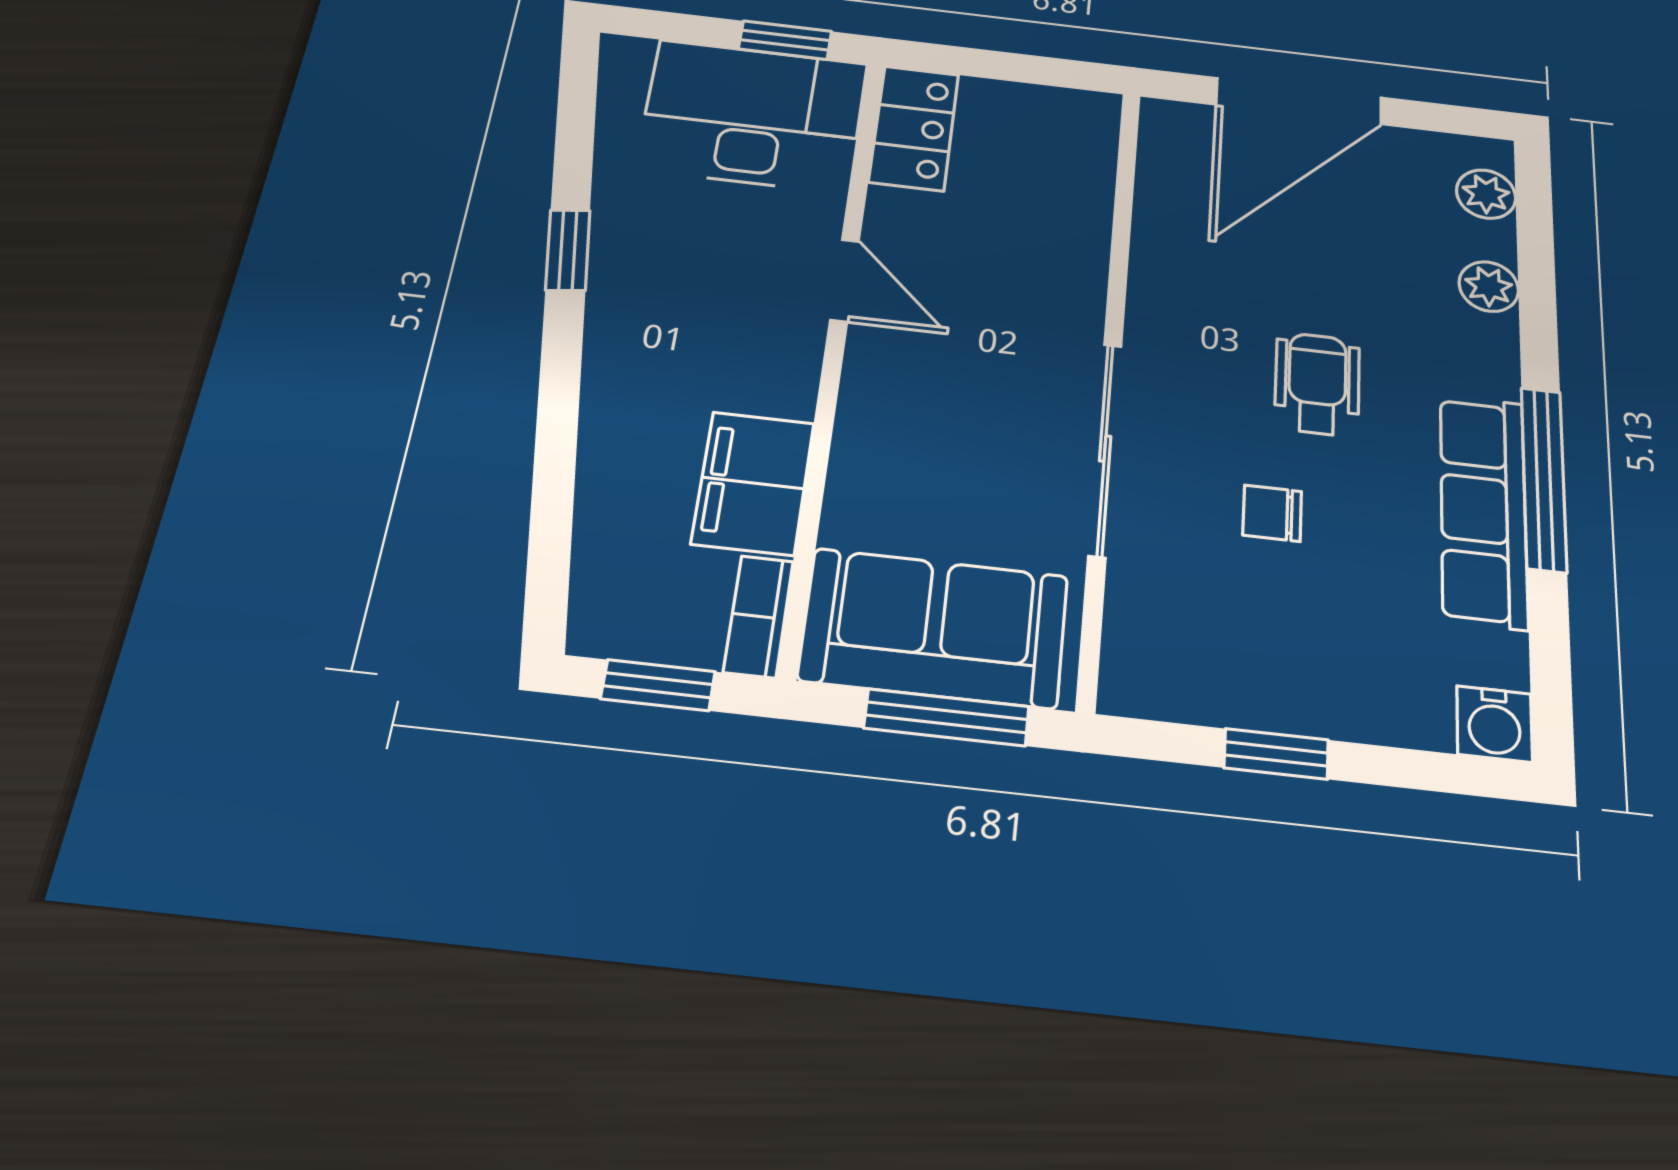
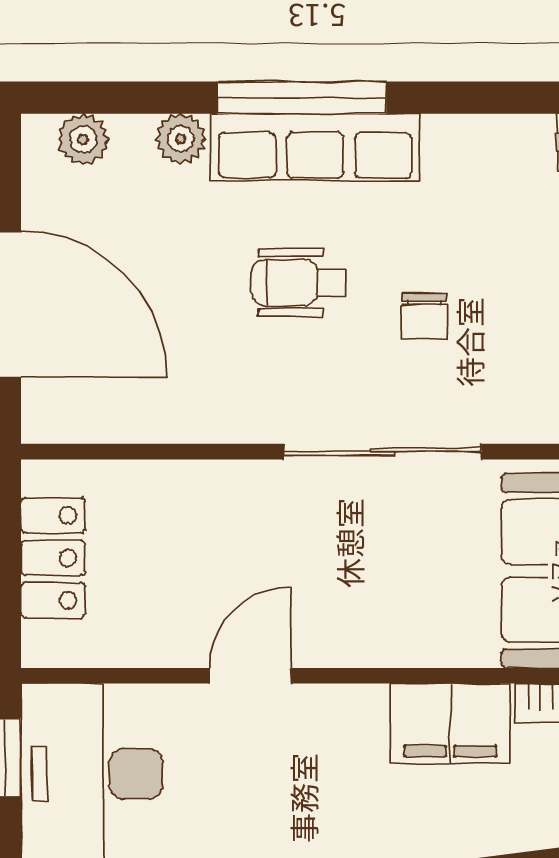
locker: (914, 128) -> (53, 558), moved, turned 90
window: (1544, 479) -> (302, 98), moved
row of seats: (1483, 510) -> (315, 147), moved

